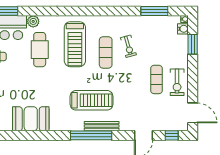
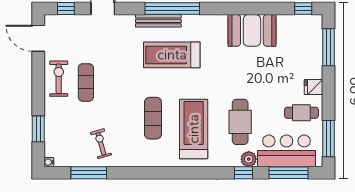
window: (37, 11) -> (244, 173), added
water cooler: (183, 29) -> (51, 149), removed
exercise bike: (128, 46) -> (101, 144), moved

